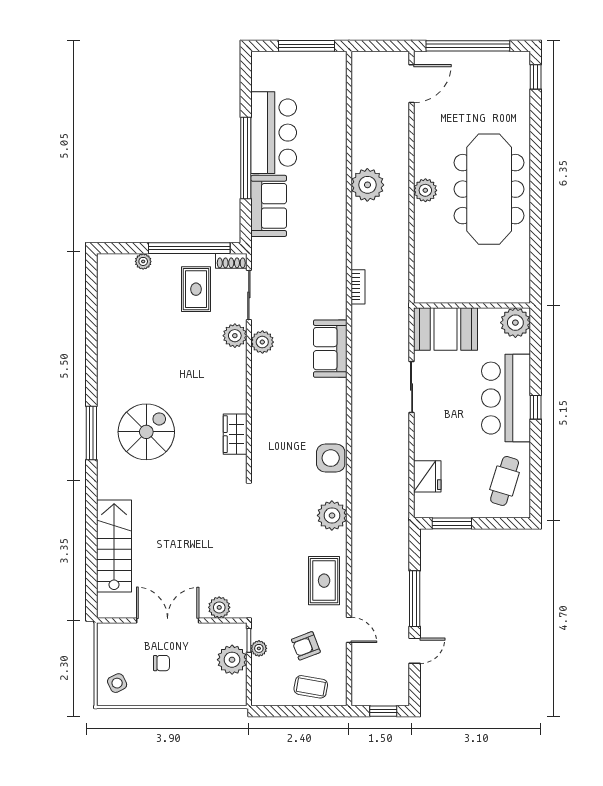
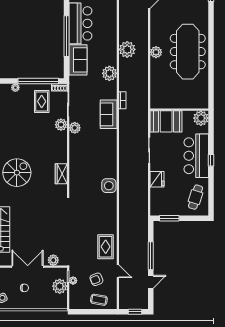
sofa: (330, 349) -> (109, 114), moved
fridge: (427, 476) -> (157, 179), moved
plant: (332, 515) -> (109, 73), moved

